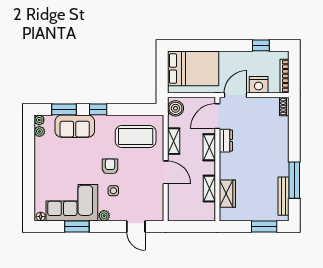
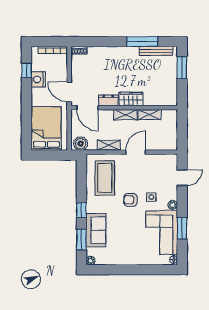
nightstand: (259, 85) -> (38, 79), moved, turned 180
plant: (39, 131) -> (100, 261), removed
shelving: (209, 147) -> (125, 115), moved
wardrobe: (227, 194) -> (131, 99), moved

